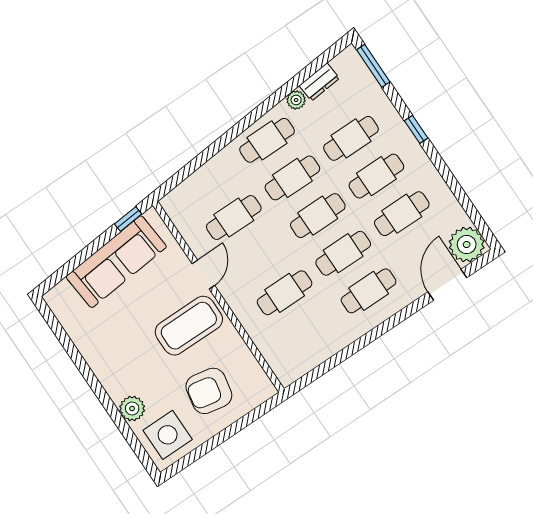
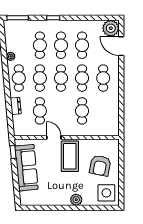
dresser: (319, 82) -> (16, 106), moved
plant: (132, 408) -> (76, 200), moved

